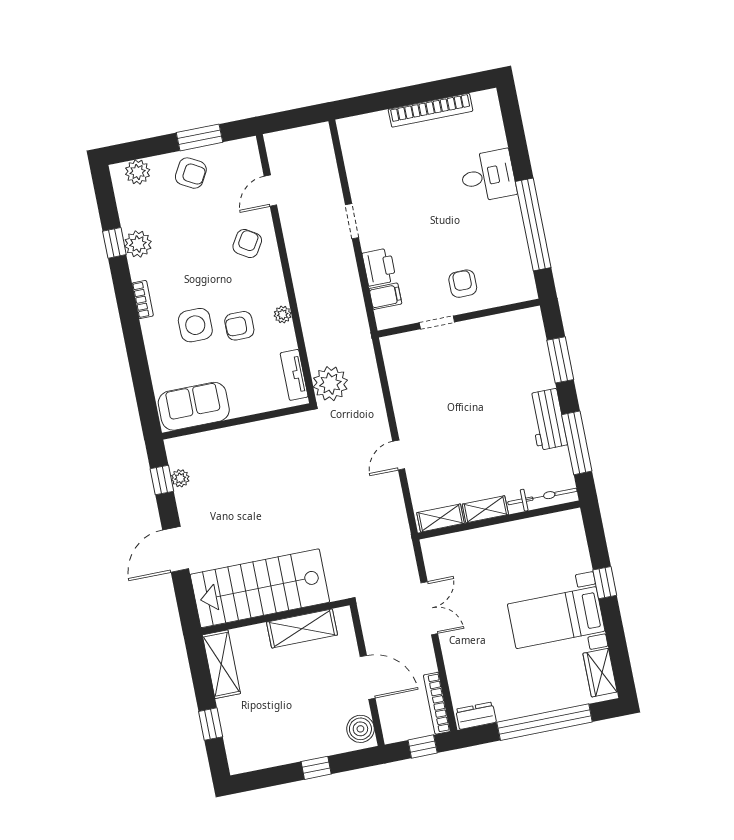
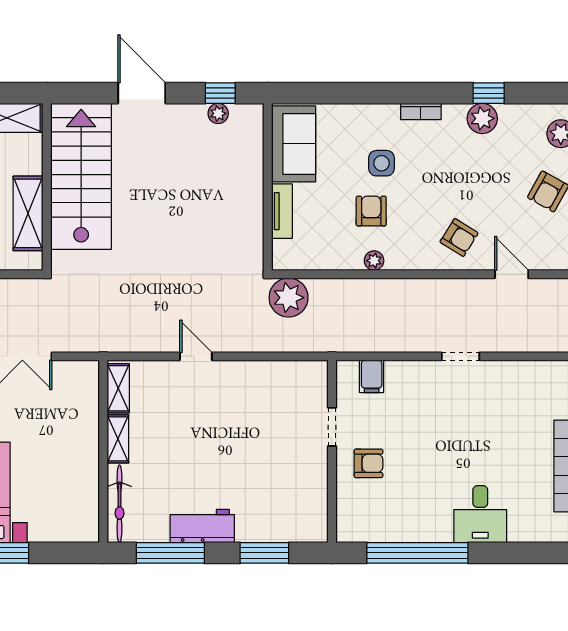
printer: (379, 267) -> (405, 376), removed
side table: (195, 325) -> (381, 163), width x0.73, depth x0.73
tv unit: (294, 375) -> (282, 211), moved, turned 90

